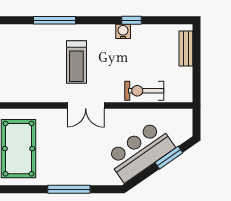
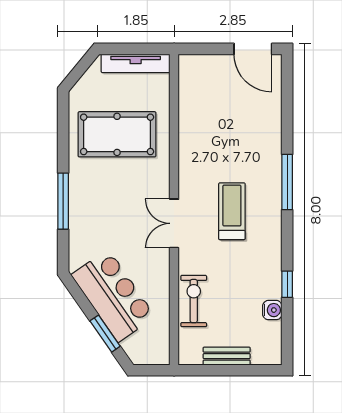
water cooler: (123, 31) -> (272, 310), moved
bench: (186, 49) -> (227, 356), moved
treadmill: (76, 62) -> (232, 211), turned 90

